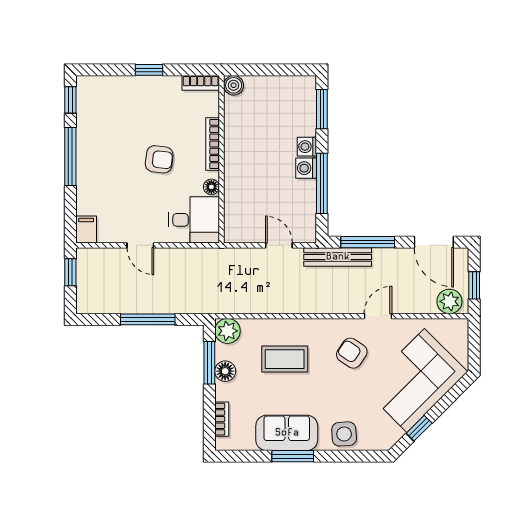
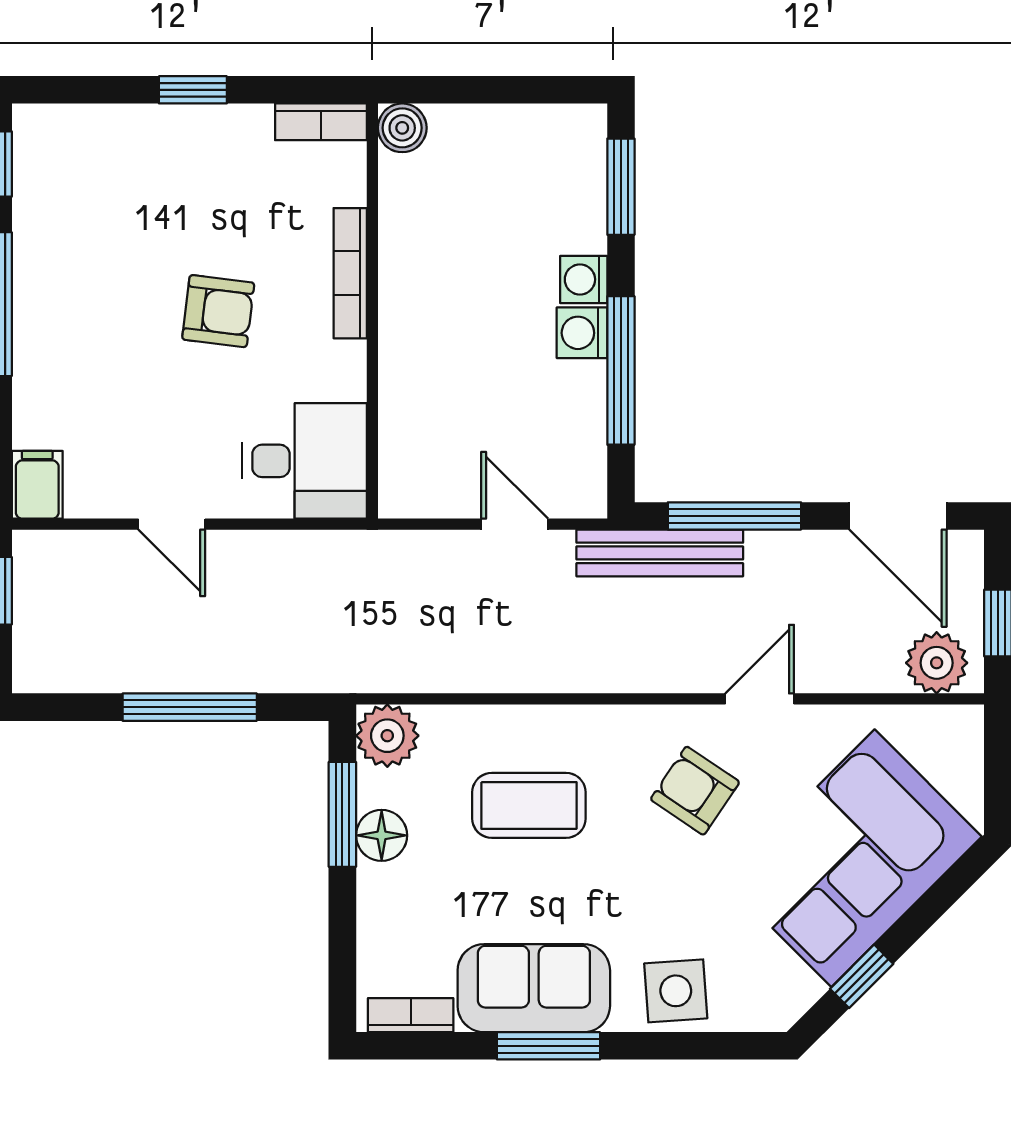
floor lamp: (211, 187) -> (347, 379), removed
bookcase: (222, 419) -> (411, 1015), moved, turned -90

